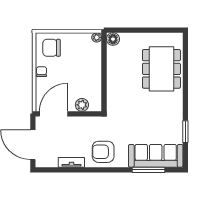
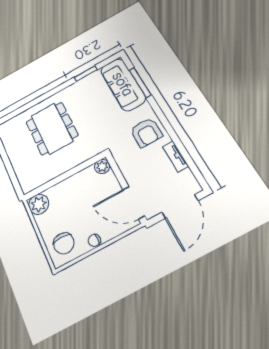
plant: (97, 37) -> (39, 204), width x1.87, depth x1.87
floor lamp: (113, 39) -> (28, 186), removed
dining table: (161, 69) -> (52, 128), moved, turned 90
plant: (82, 105) -> (102, 166), moved

